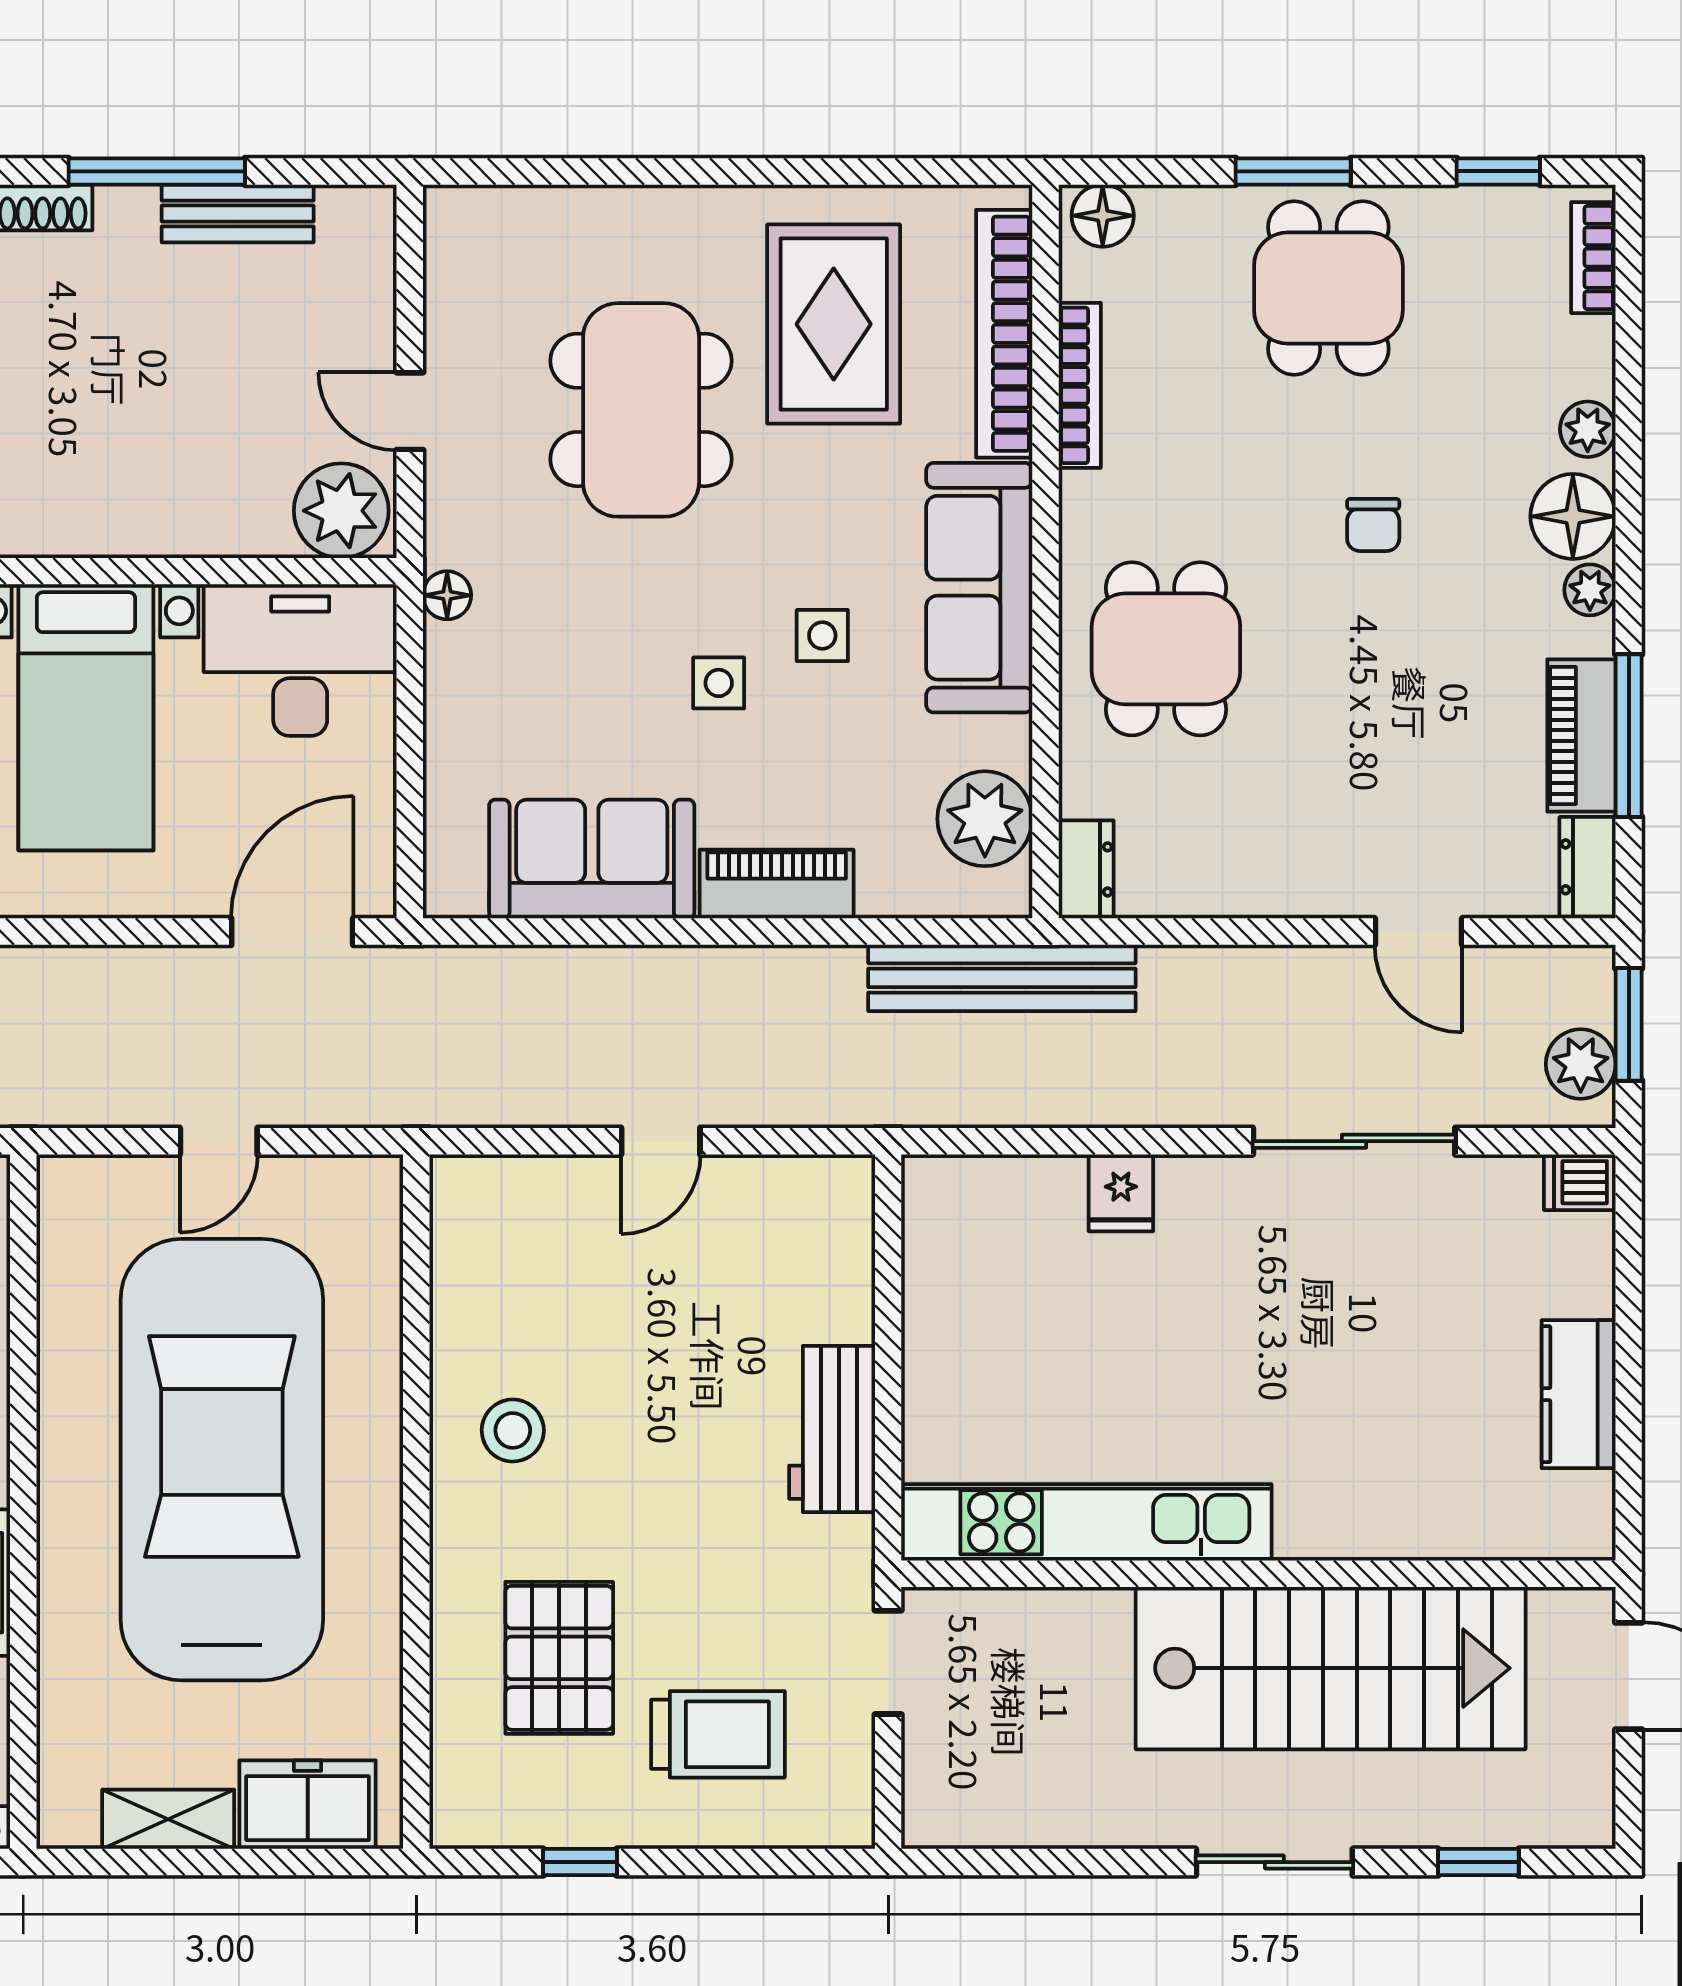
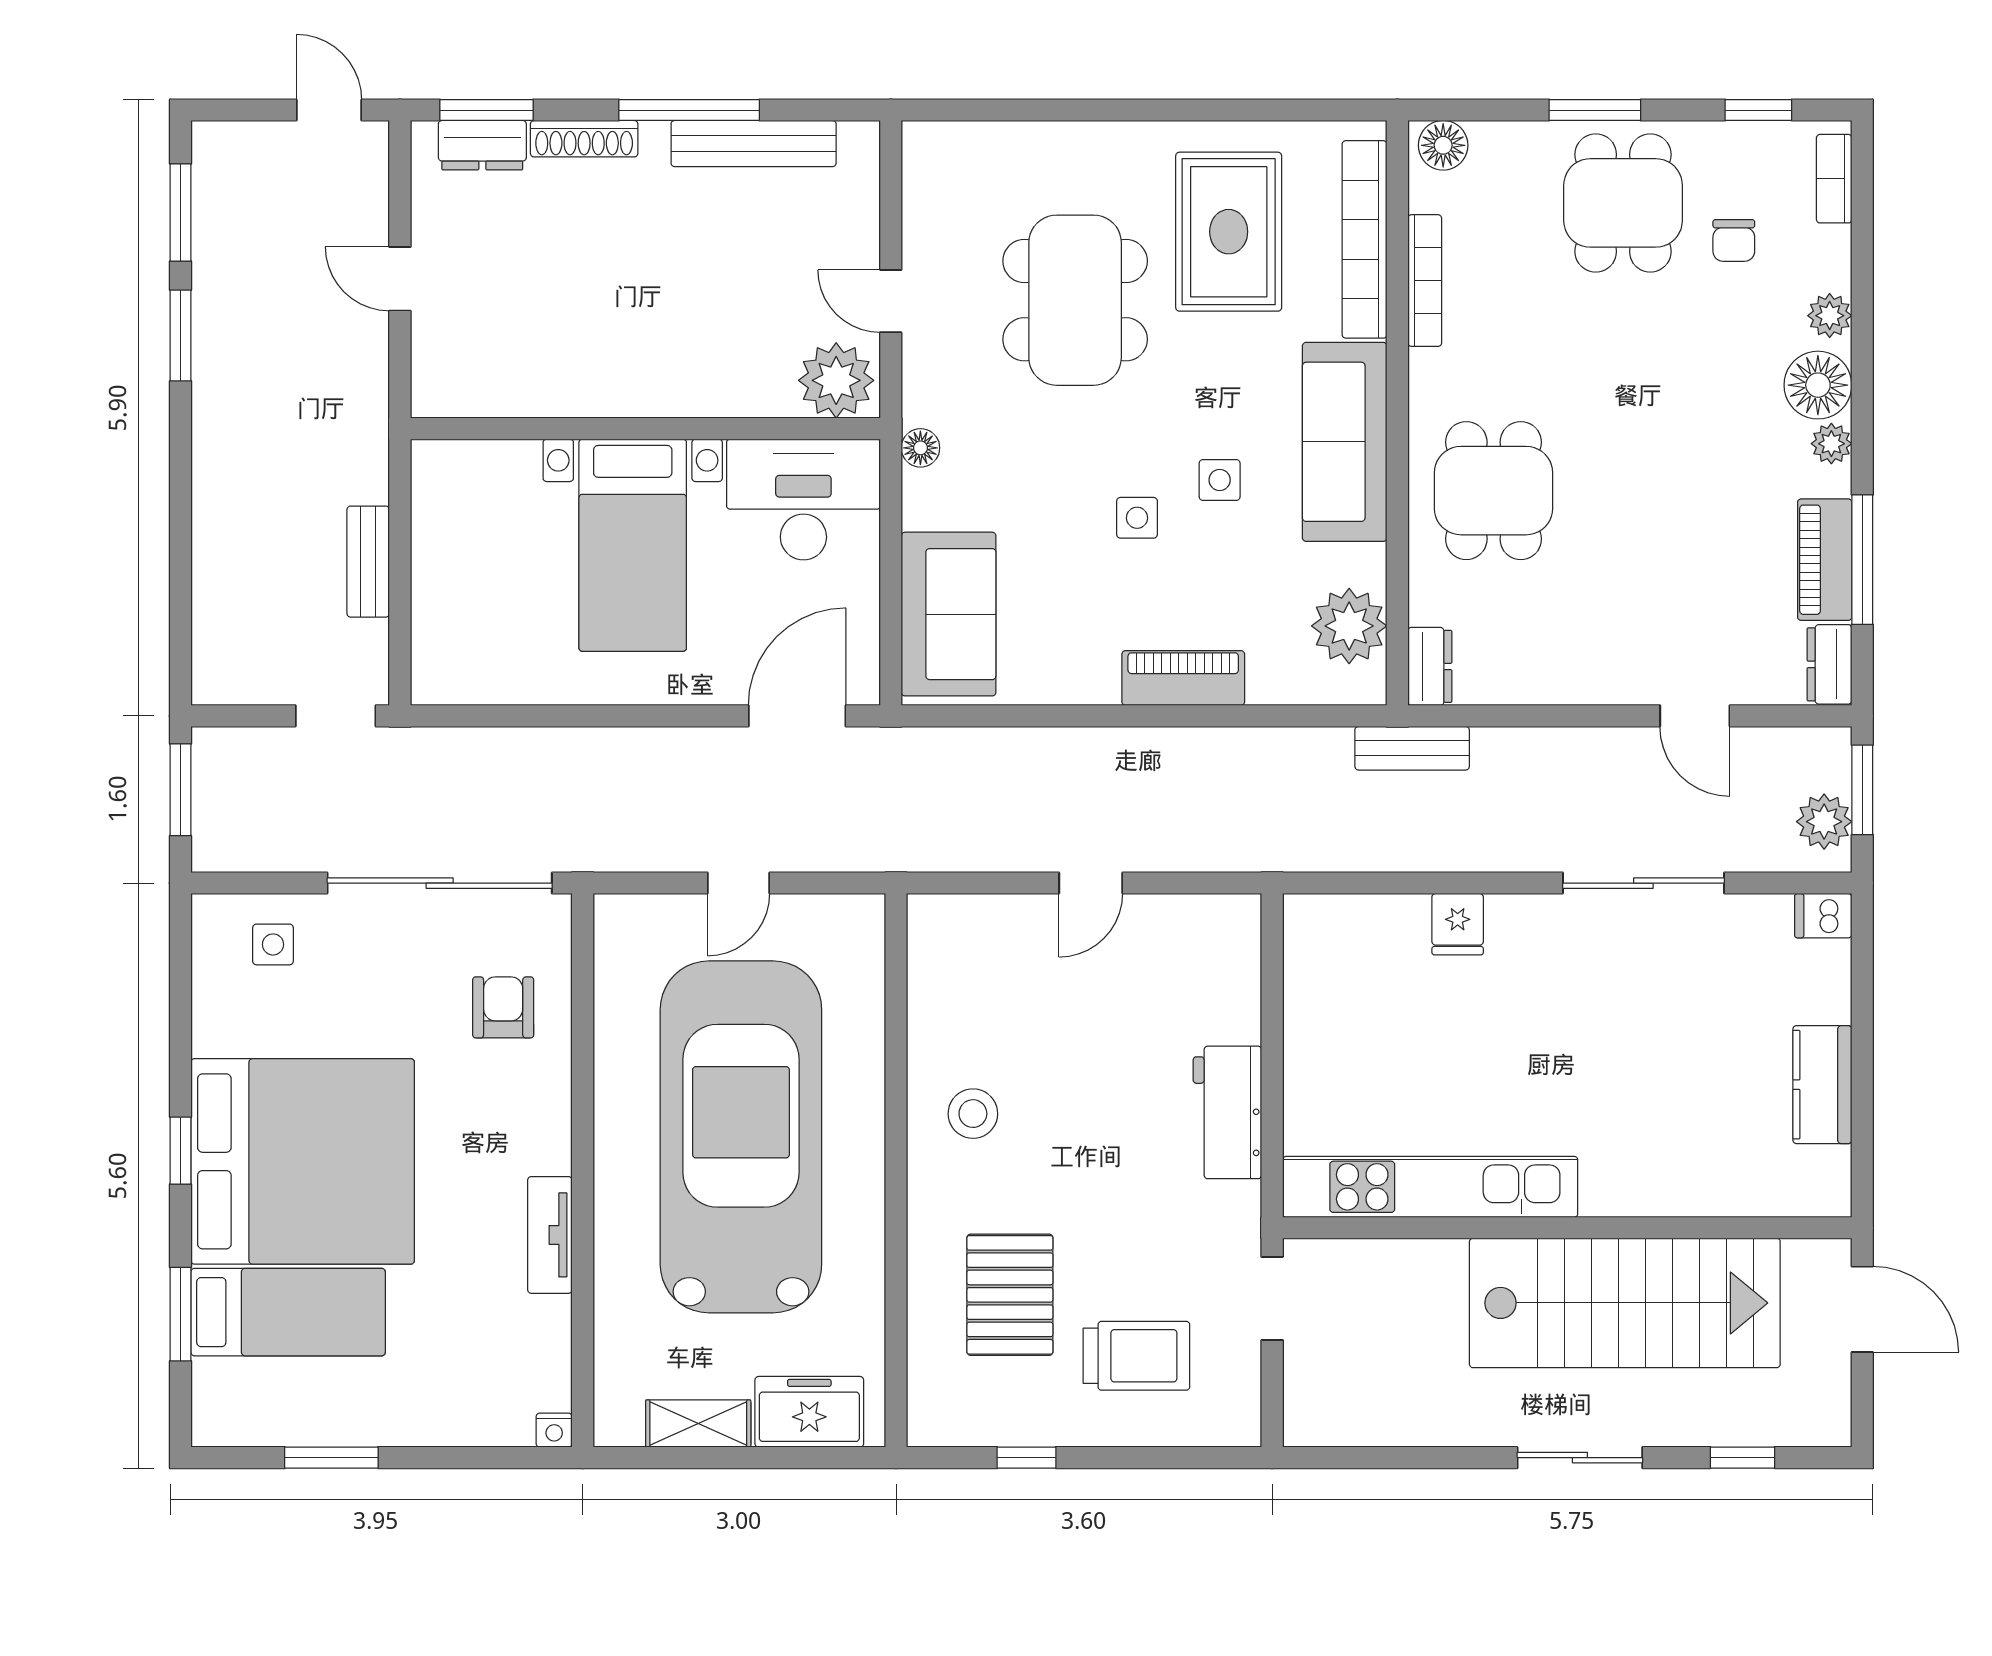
bench: (238, 213) -> (754, 144), width x1.36
chair: (1373, 525) -> (1734, 240), moved
sofa: (592, 859) -> (949, 614), moved, turned 90
bench: (1002, 978) -> (1412, 748), width x0.54, depth x0.82

